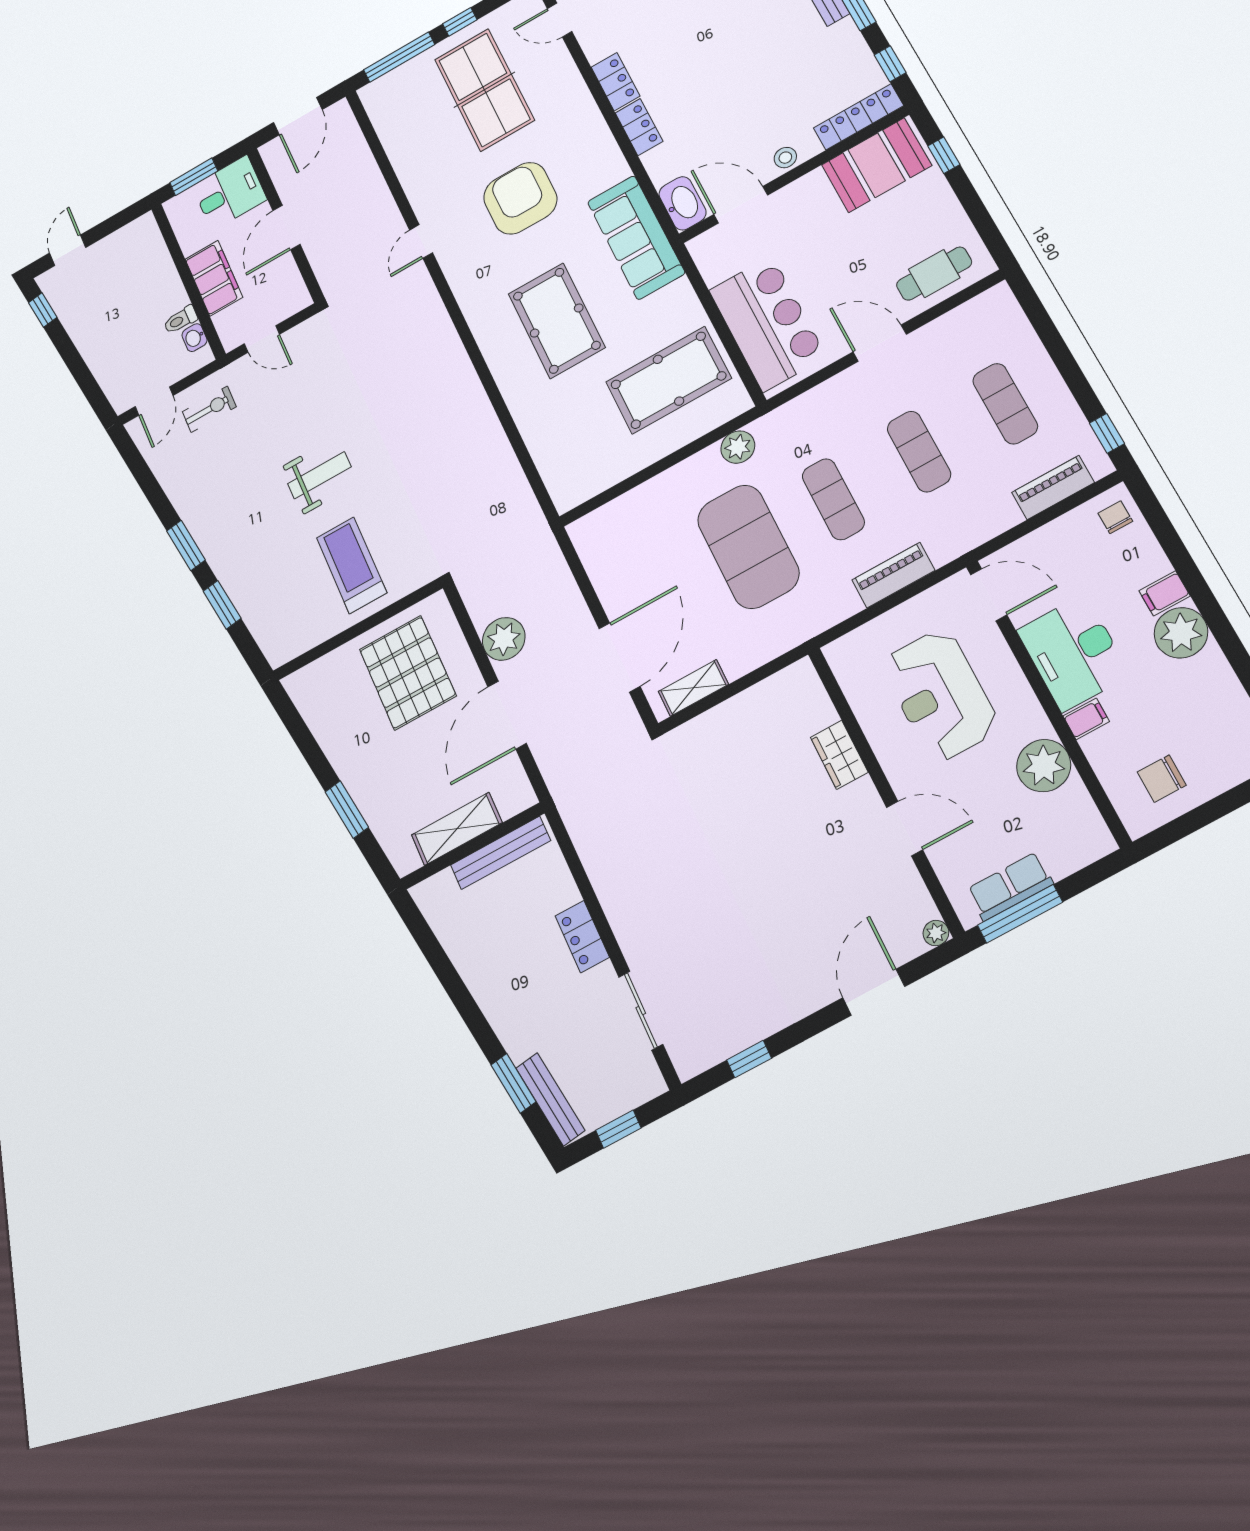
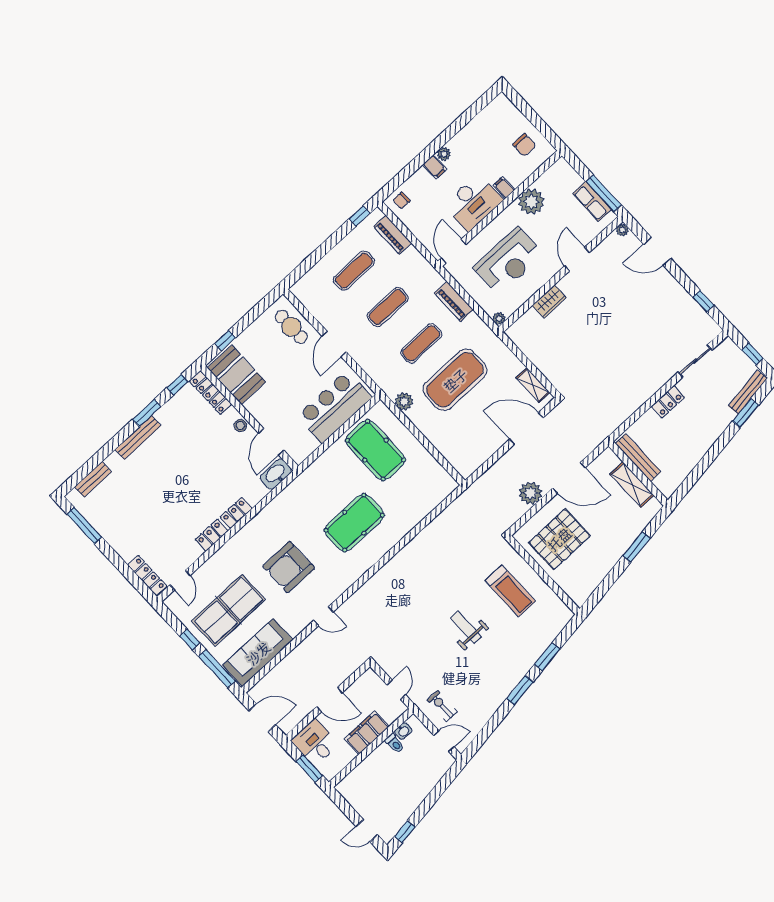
sofa: (636, 237) -> (258, 653), moved, turned 180
treadmill: (352, 565) -> (510, 591), turned -90
plant: (1181, 633) -> (444, 154), width x0.53, depth x0.53
plant: (836, 652) -> (499, 318), added

